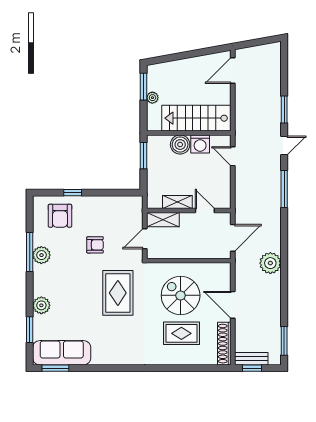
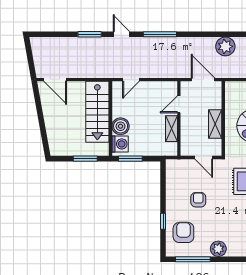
window: (144, 87) -> (85, 159), moved
plant: (152, 98) -> (79, 151), removed
washing machine: (200, 144) -> (120, 144), moved
armchair: (60, 216) -> (183, 232), turned -90
shelving: (163, 220) -> (215, 124), moved
armchair: (95, 245) -> (198, 200), moved
window: (30, 252) -> (193, 259), moved

